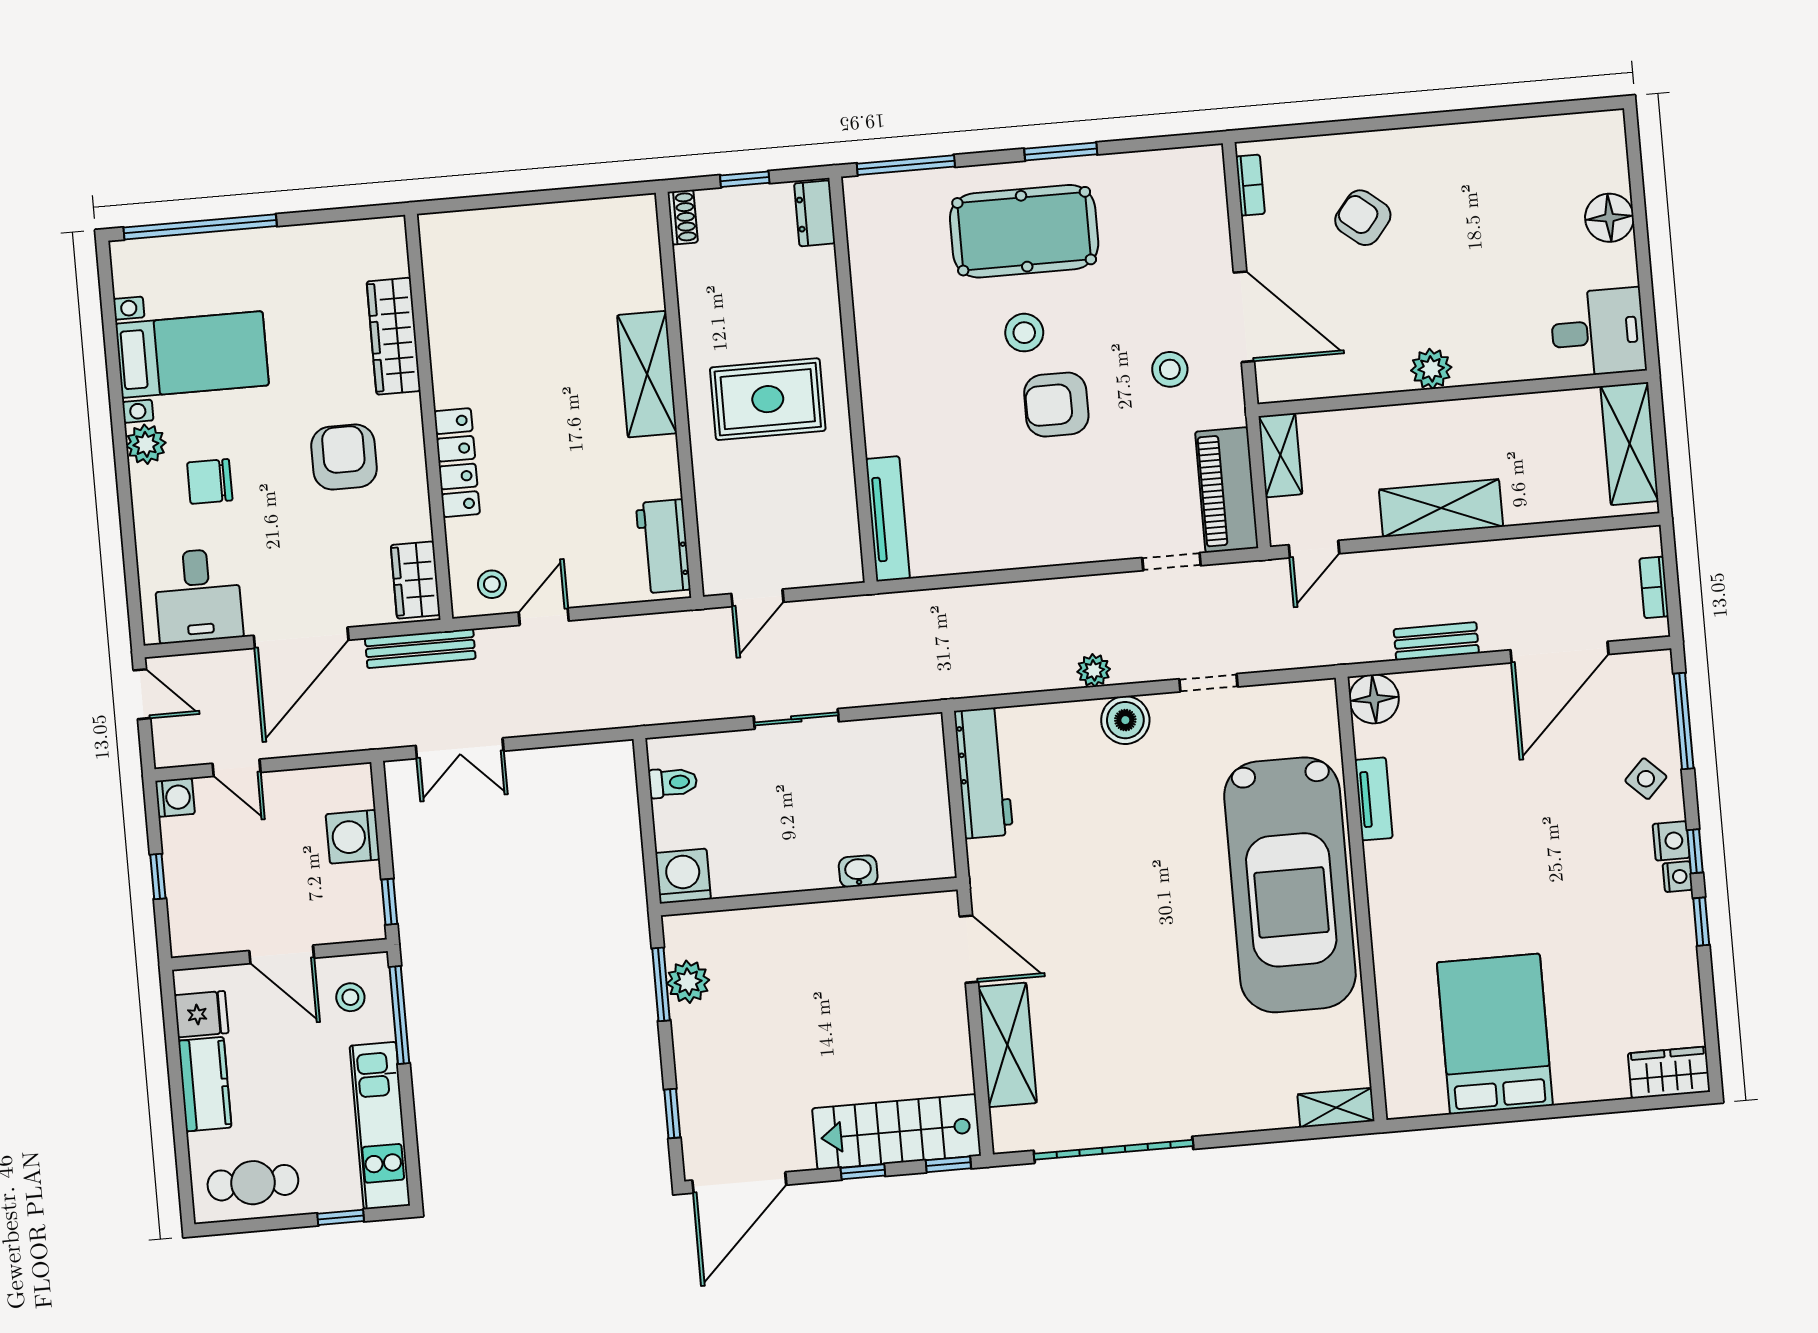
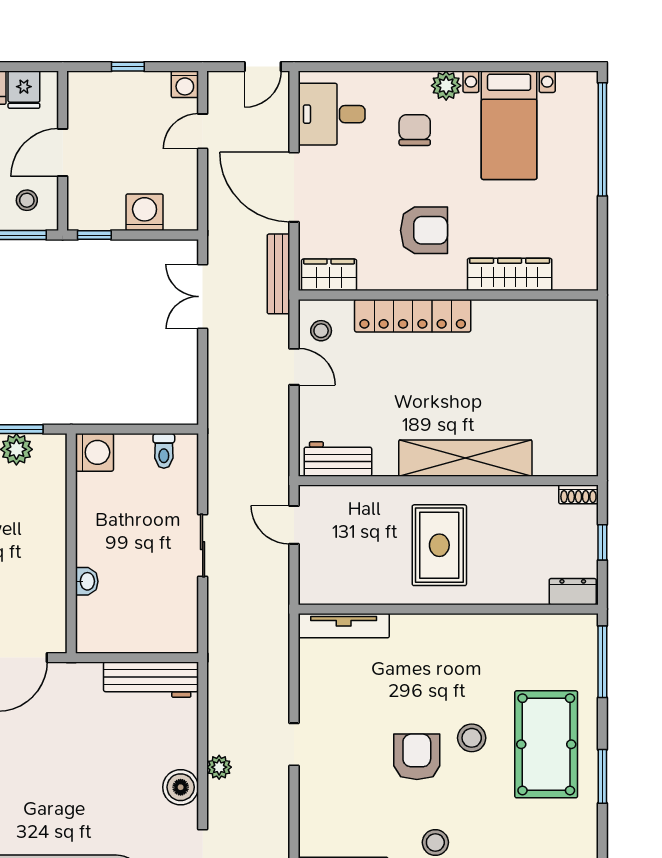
shelving: (647, 374) -> (465, 458), width x1.47
locker: (457, 463) -> (413, 316), width x1.41, depth x1.21
doorway: (1172, 562) -> (294, 744), moved

